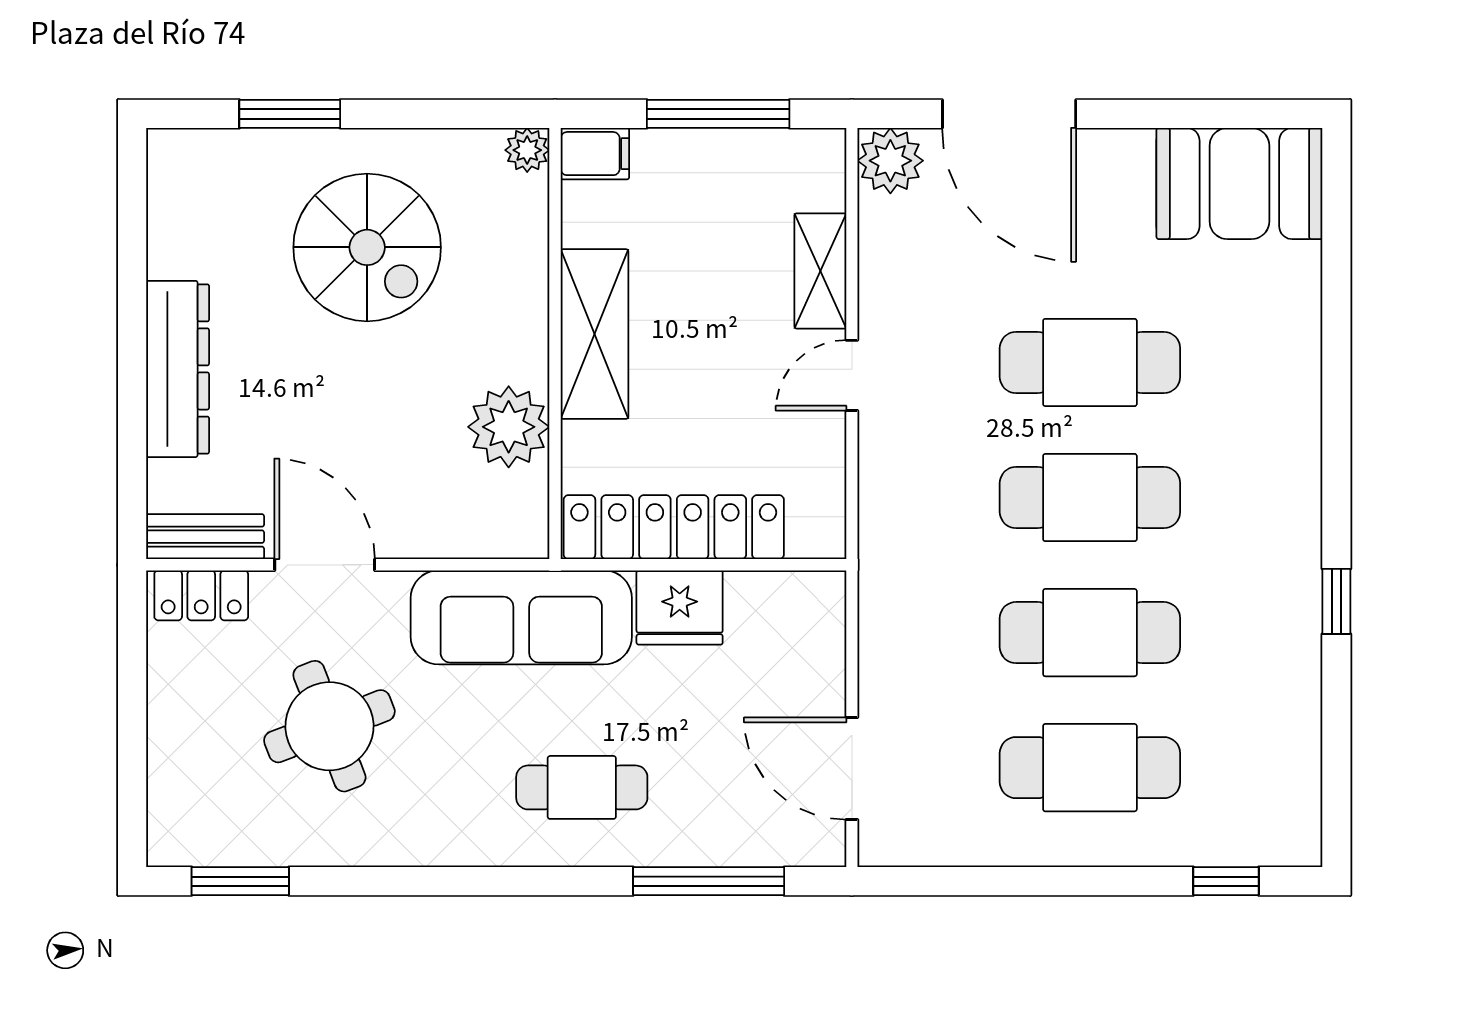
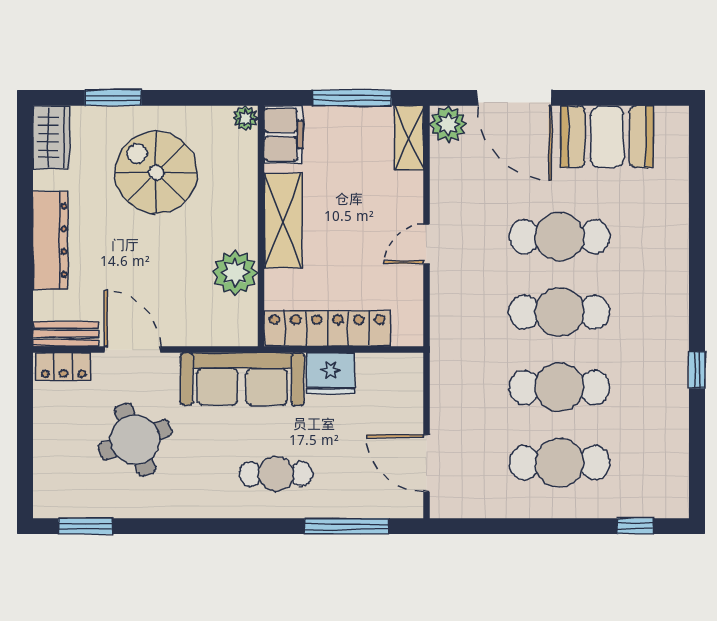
filing cabinet: (595, 154) -> (283, 134), width x2.00
booth: (1239, 184) -> (607, 137), moved
wardrobe: (179, 185) -> (51, 137), added
spiral stairs: (367, 247) -> (156, 172), turned 180
shelving: (820, 271) -> (409, 138), moved

